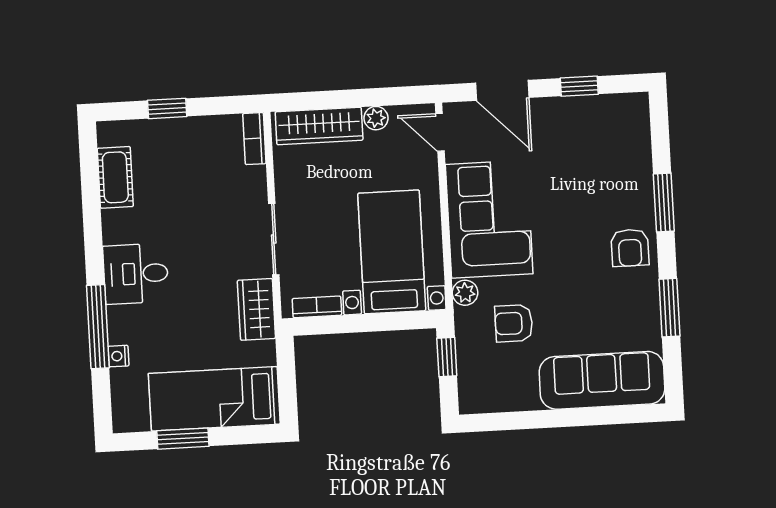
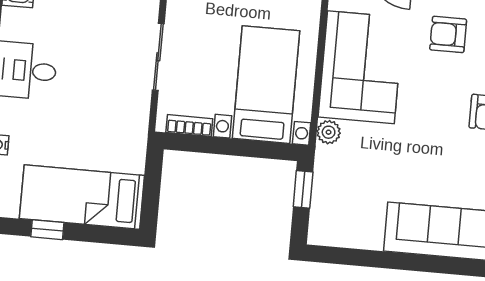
wardrobe: (256, 309) -> (133, 120), removed
armchair: (514, 323) -> (448, 34), moved
window: (183, 439) -> (47, 230), width x0.67

